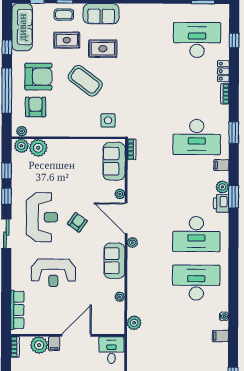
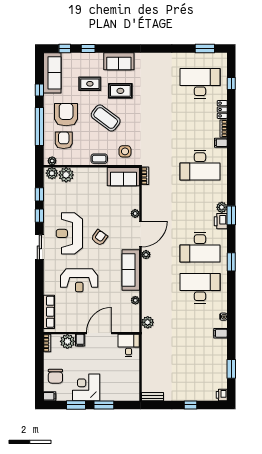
coffee table: (64, 15) -> (99, 159), moved
armchair: (38, 77) -> (66, 115), turned -90
window: (234, 133) -> (231, 262), moved
sofa: (114, 161) -> (123, 177), moved, turned -90
filing cabinet: (221, 165) -> (221, 143), moved
reception desk: (42, 217) -> (69, 233), turned 180
door: (126, 218) -> (141, 234), swing flipped
sofa: (114, 261) -> (131, 270), width x1.36

